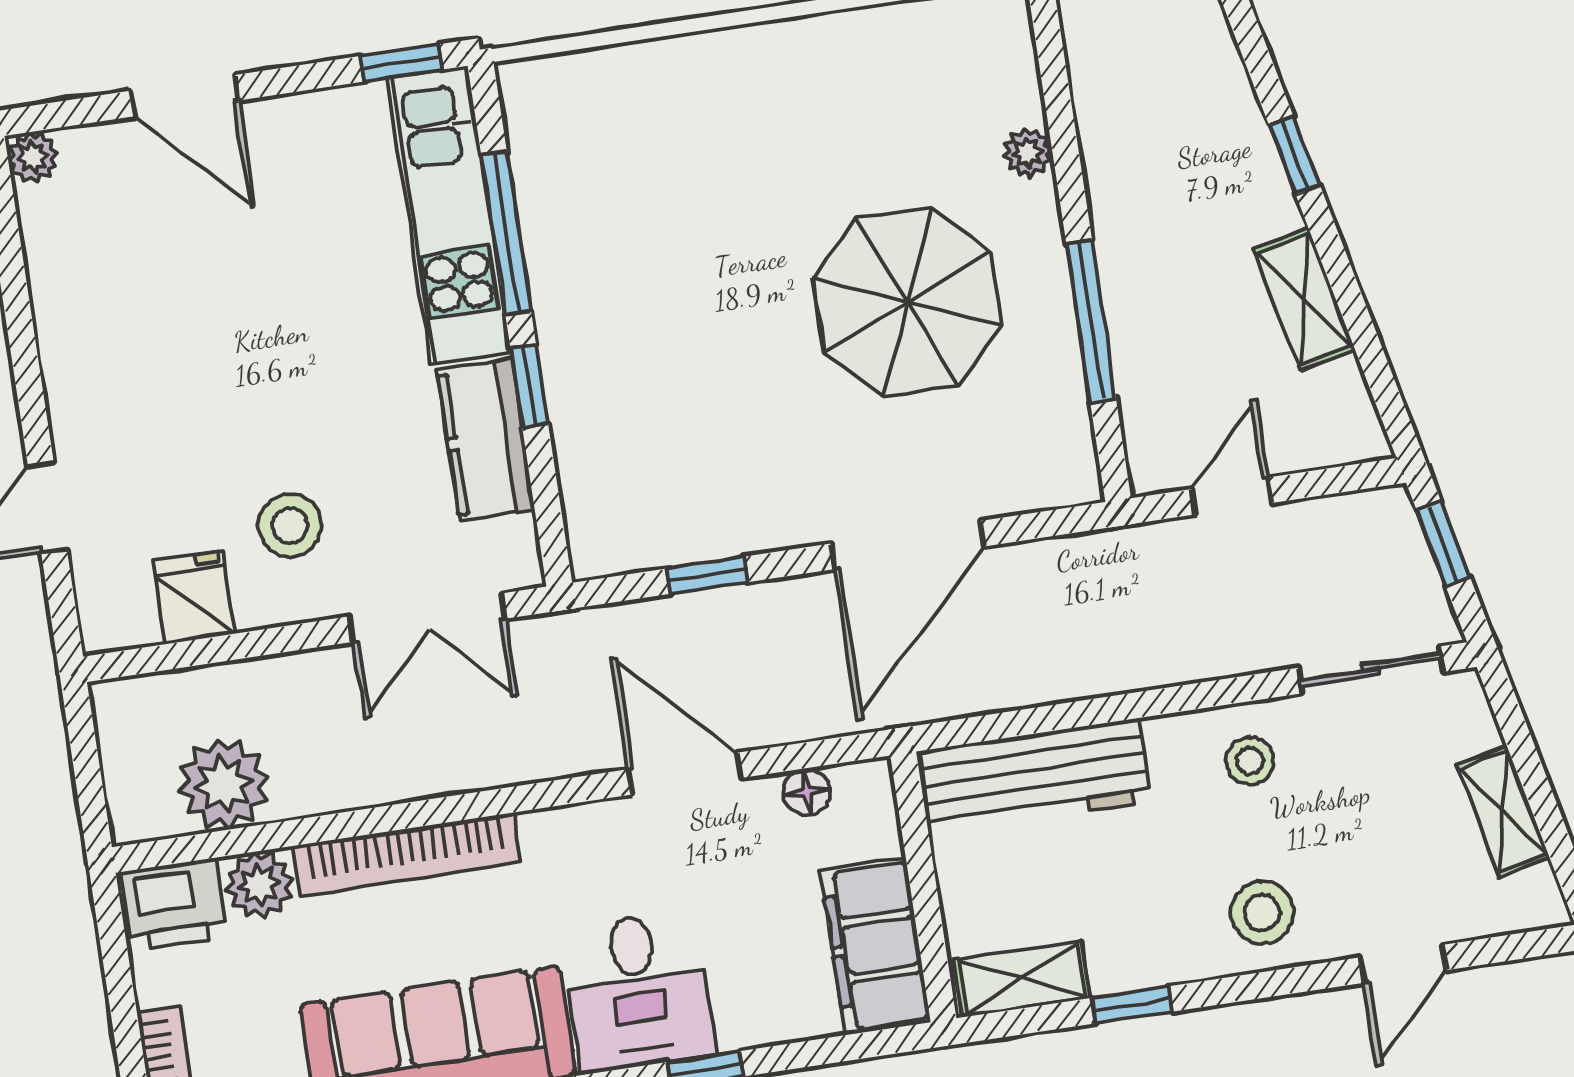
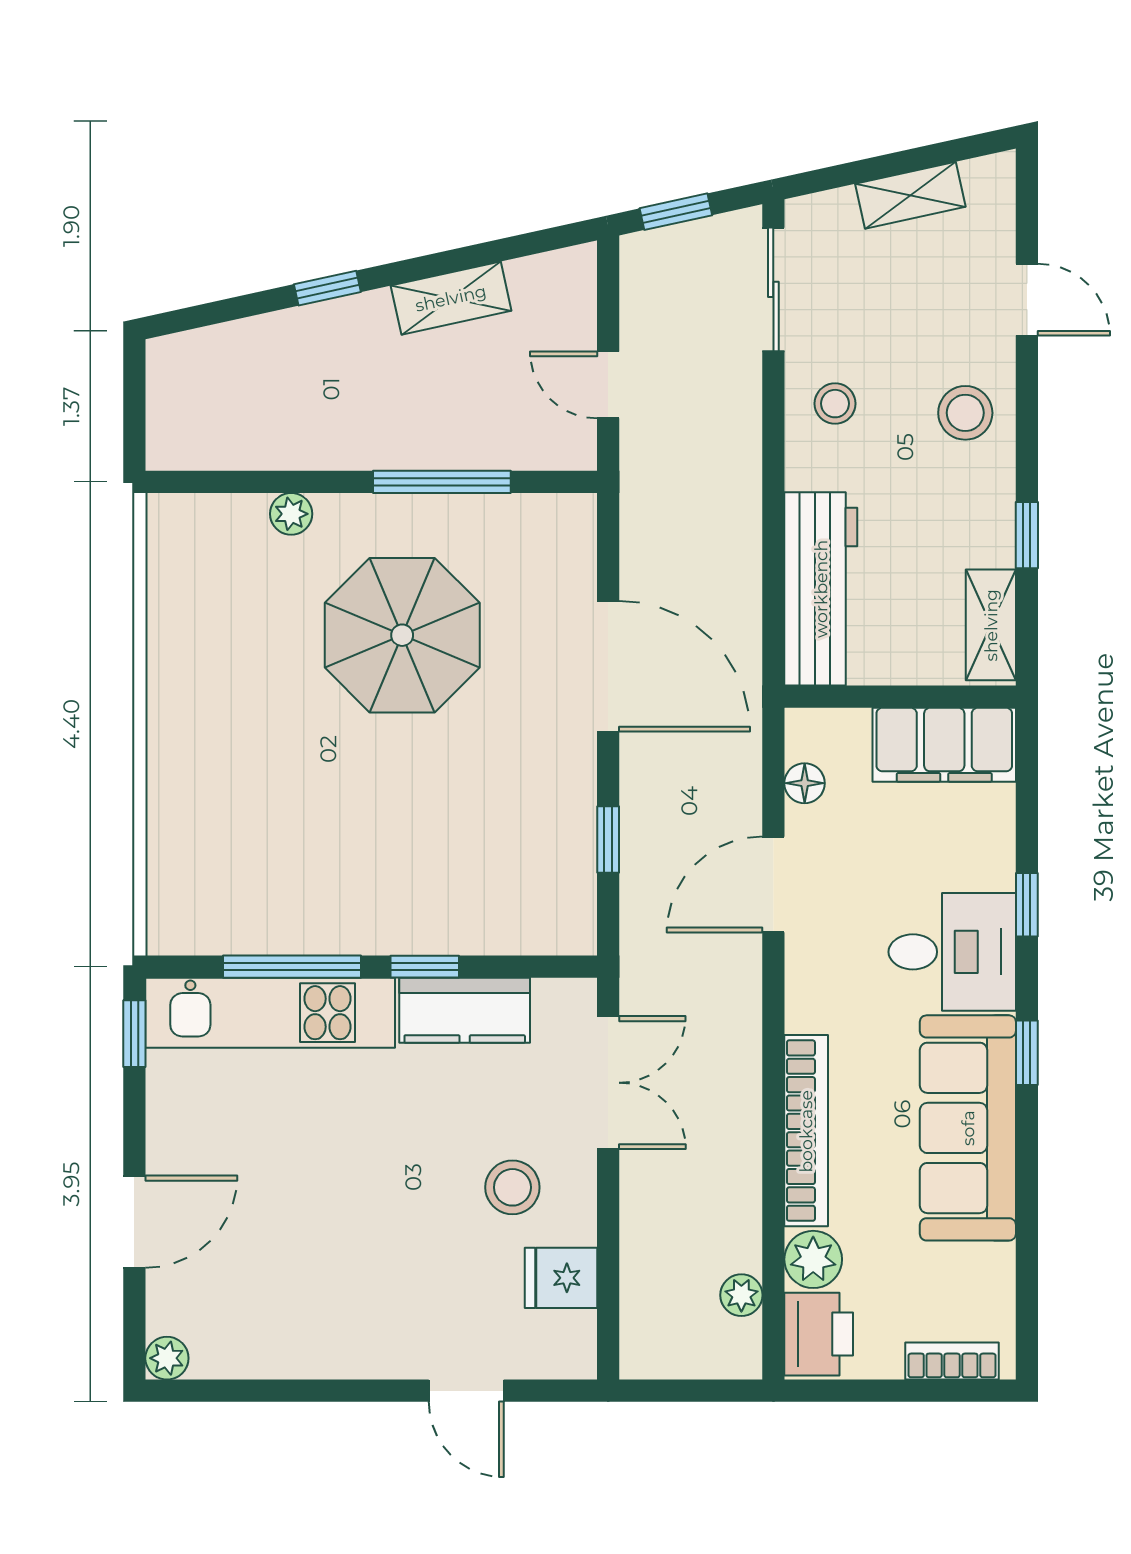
plant: (224, 784) -> (741, 1295), width x0.53, depth x0.53

